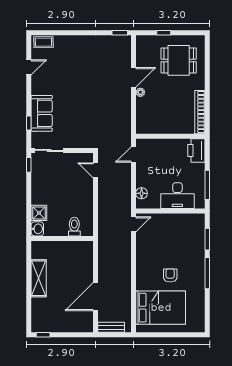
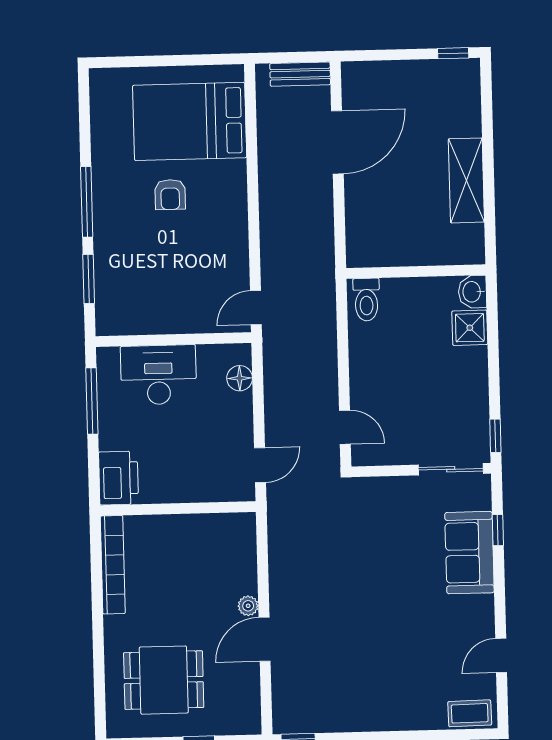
toilet: (74, 227) -> (366, 300), moved

